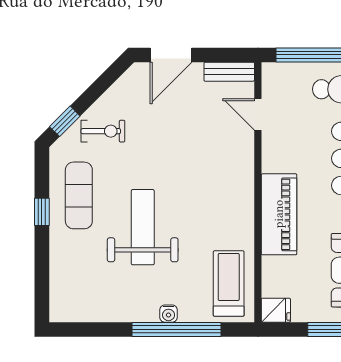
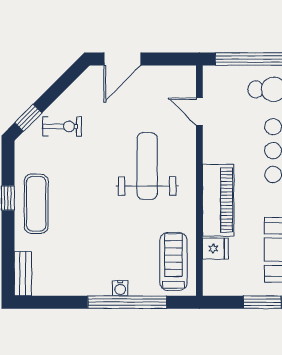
bench: (229, 72) -> (23, 274), moved, turned 90
exercise mat: (79, 195) -> (36, 204), moved
weight bench: (143, 227) -> (147, 166), moved
fridge: (276, 310) -> (215, 249), moved

